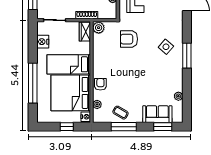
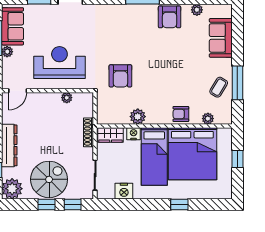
plant: (99, 28) -> (138, 117), moved
side table: (166, 47) -> (131, 26), removed
armchair: (173, 76) -> (170, 17), added
window: (33, 83) -> (179, 204), width x0.32
nightstand: (86, 117) -> (134, 134), moved
window: (163, 127) -> (237, 31), removed

